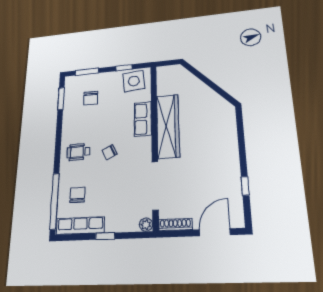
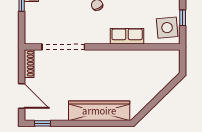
wardrobe: (168, 126) -> (99, 111), moved, turned 180
window: (245, 186) -> (43, 123), moved
plant: (146, 225) -> (30, 39), removed

